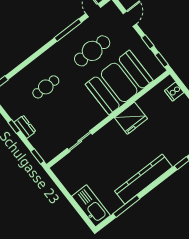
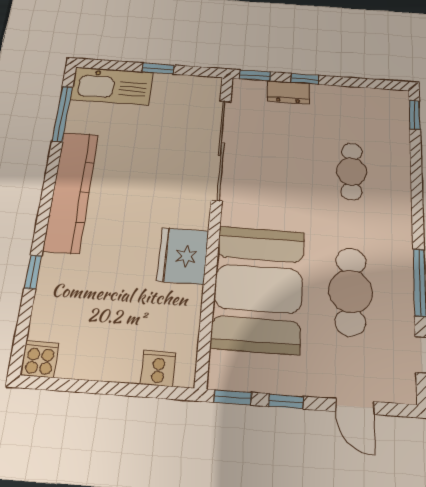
window: (14, 127) -> (305, 79), moved
dresser: (25, 127) -> (288, 92), moved
sliding door: (80, 141) -> (221, 150), width x1.86
window: (68, 196) -> (158, 69), added
window: (126, 206) -> (62, 114), moved

